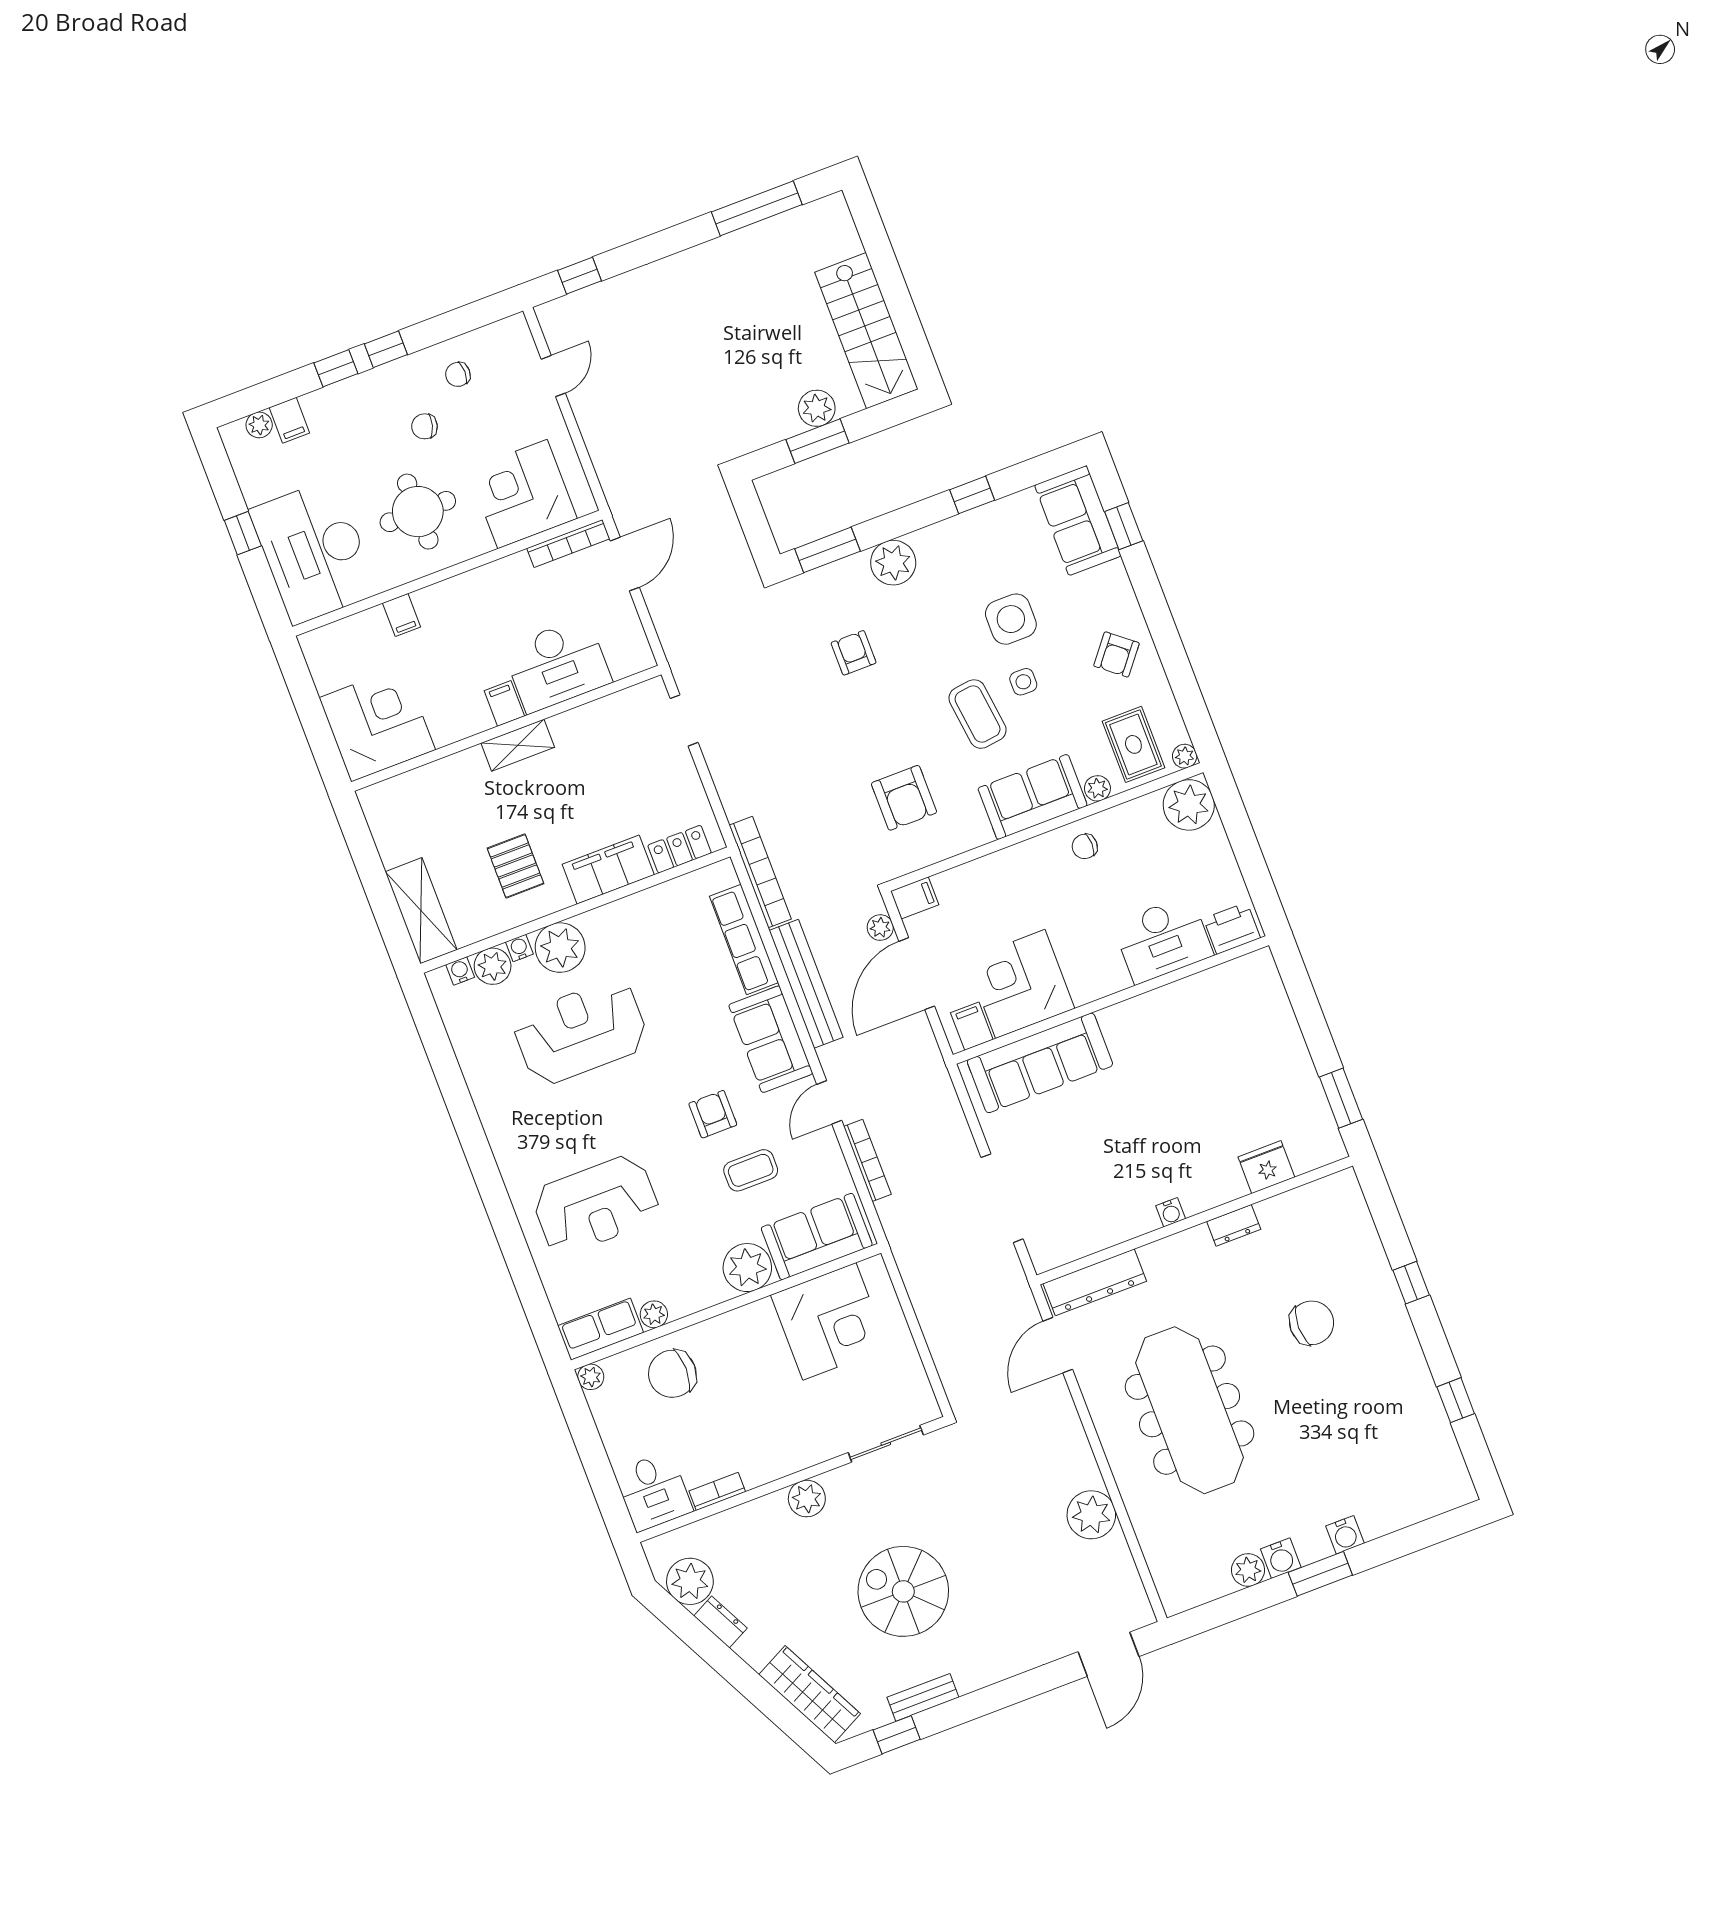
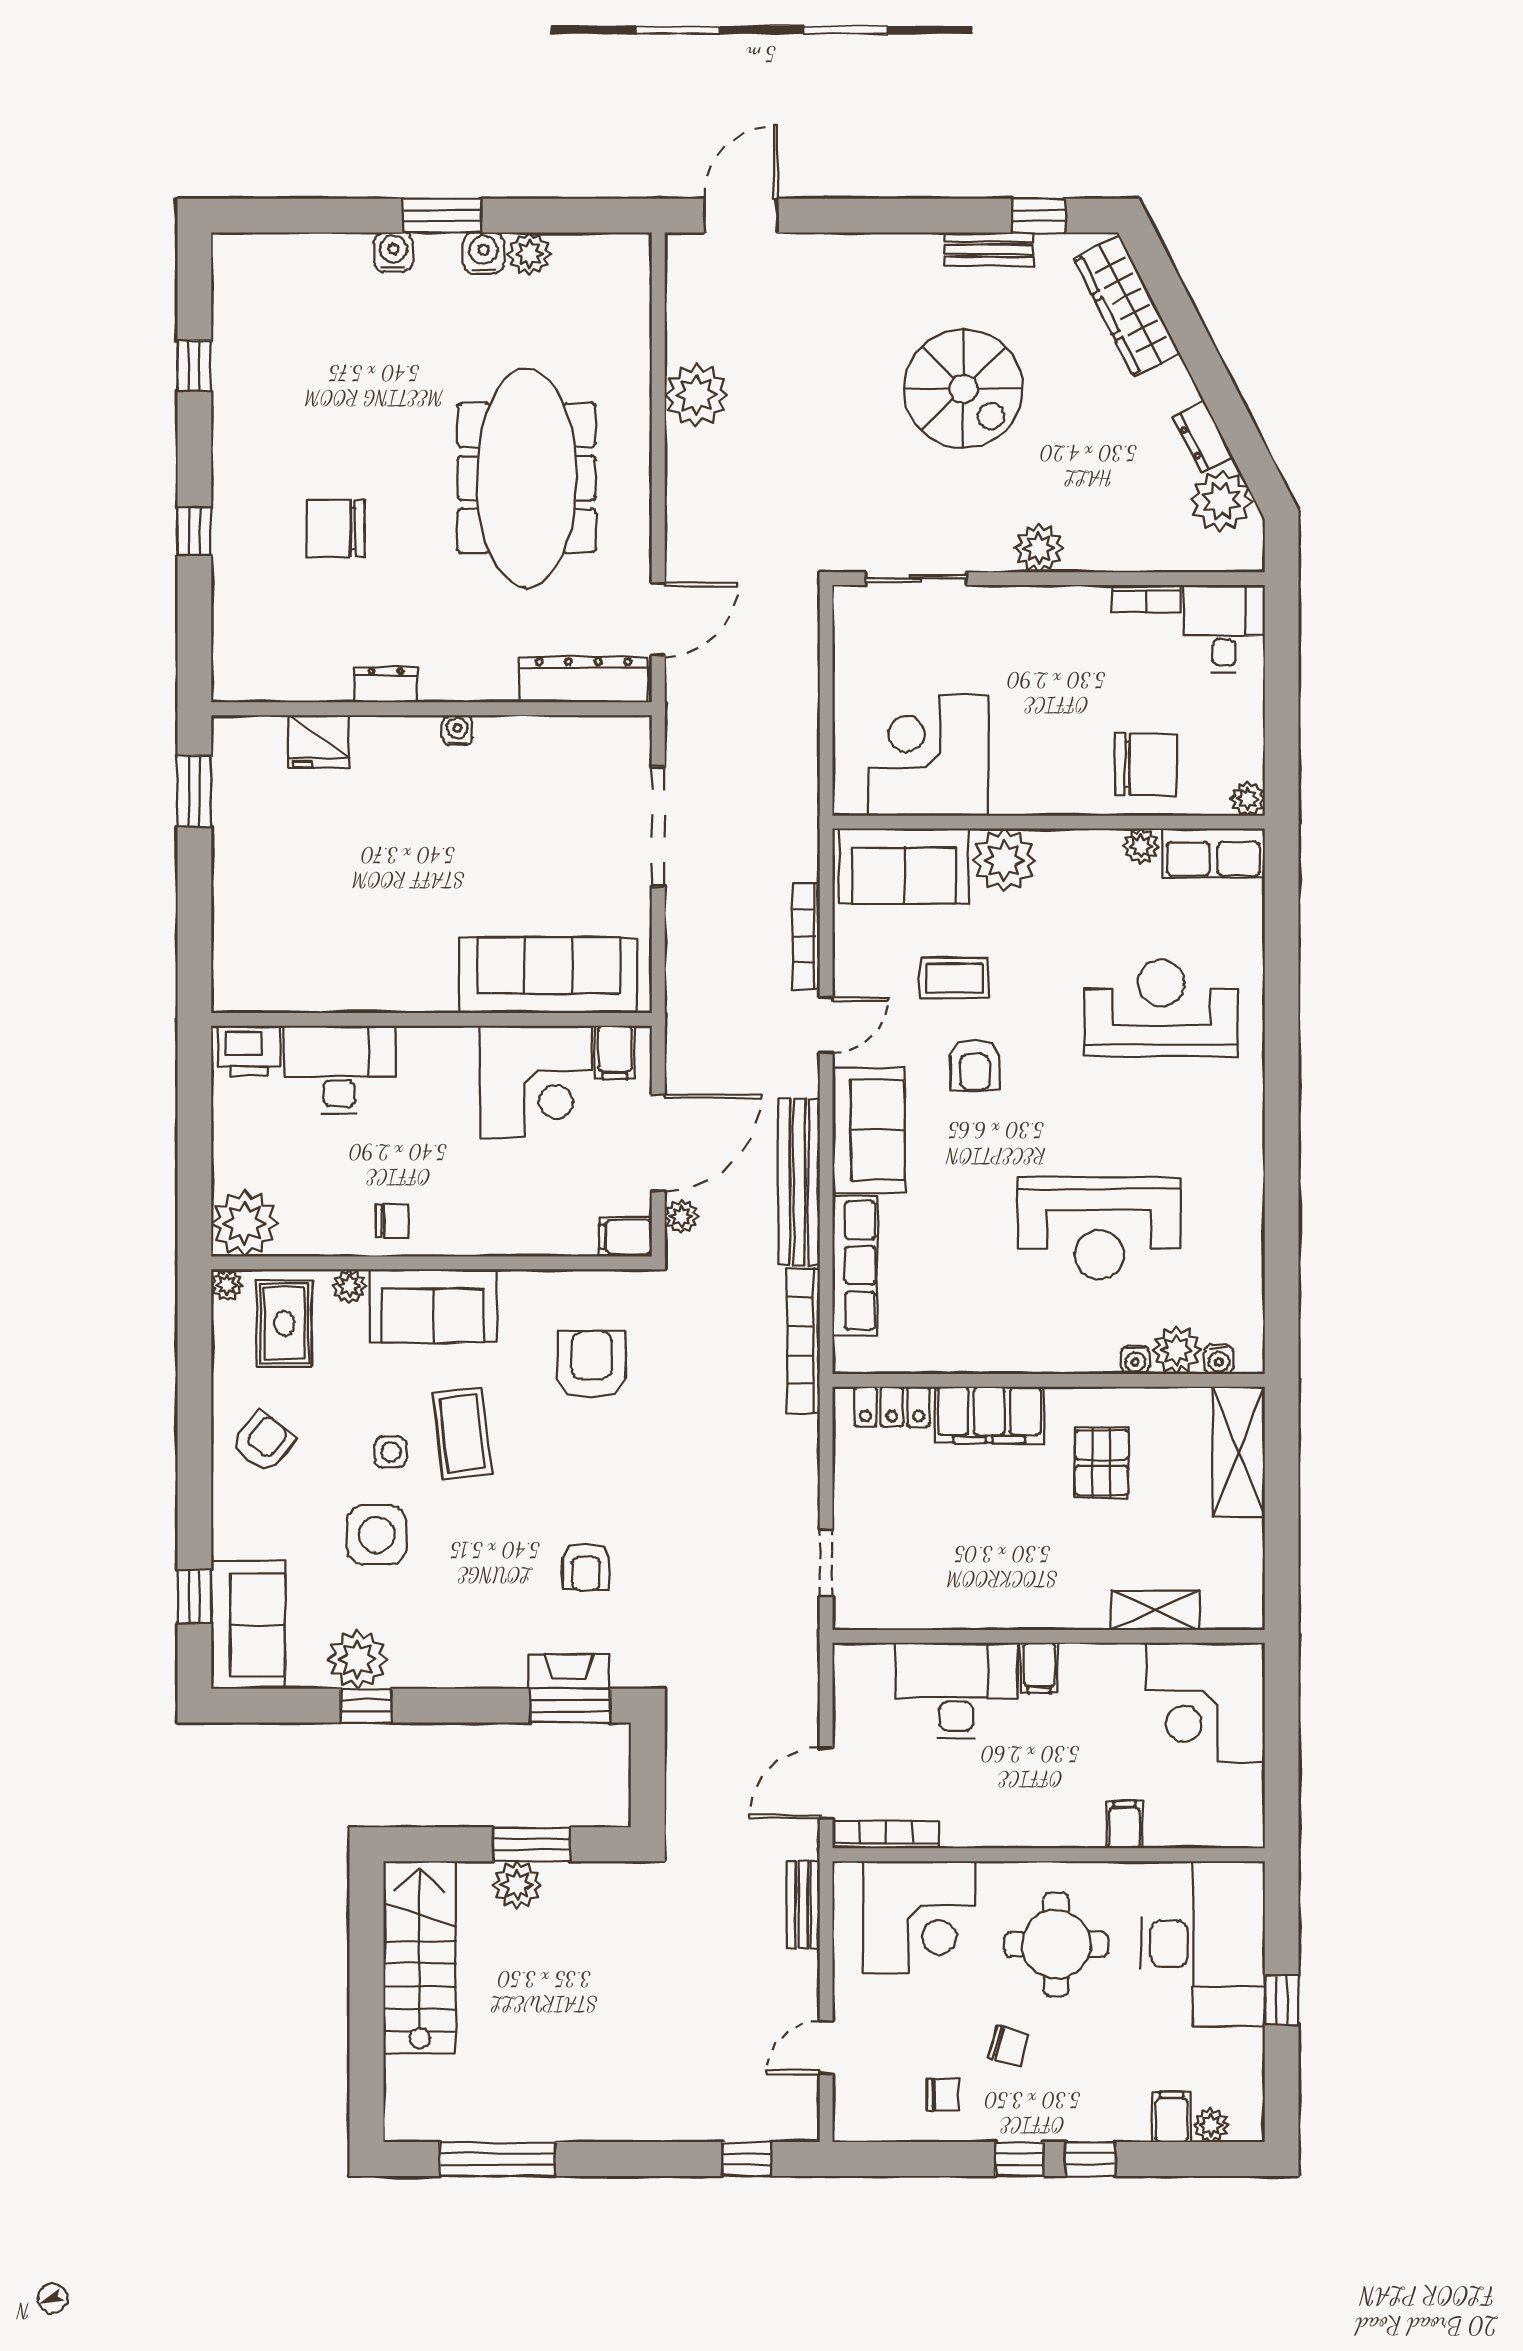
bench: (608, 471) -> (803, 1905), added
plant: (893, 563) -> (357, 1659), moved
fireplace: (838, 574) -> (569, 1671), added
shelving: (518, 745) -> (1155, 1610), moved
plant: (560, 948) -> (1085, 1341), removed

